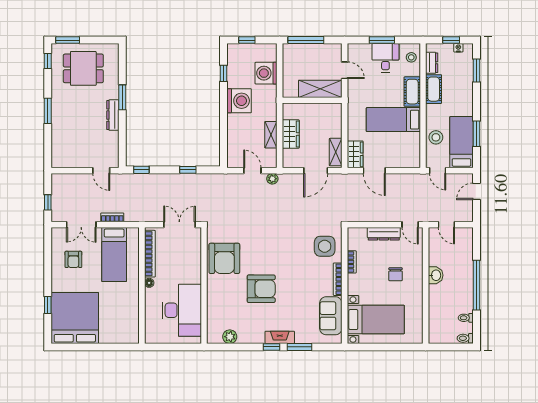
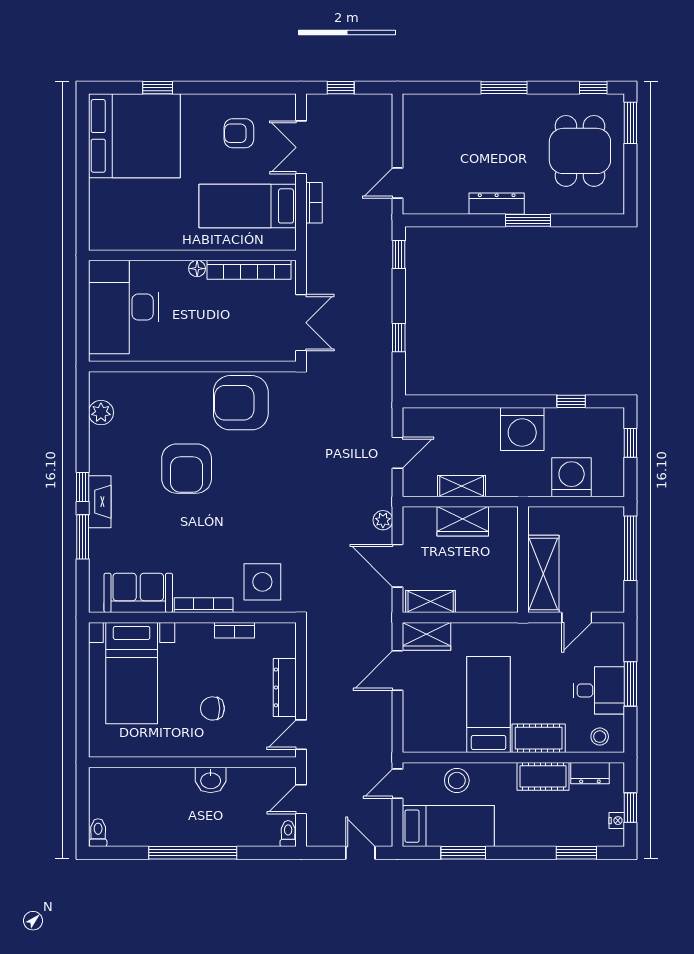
plant: (272, 179) -> (383, 520), moved
desk: (182, 310) -> (124, 307), moved, turned 90
toilet: (466, 318) -> (288, 834), moved

